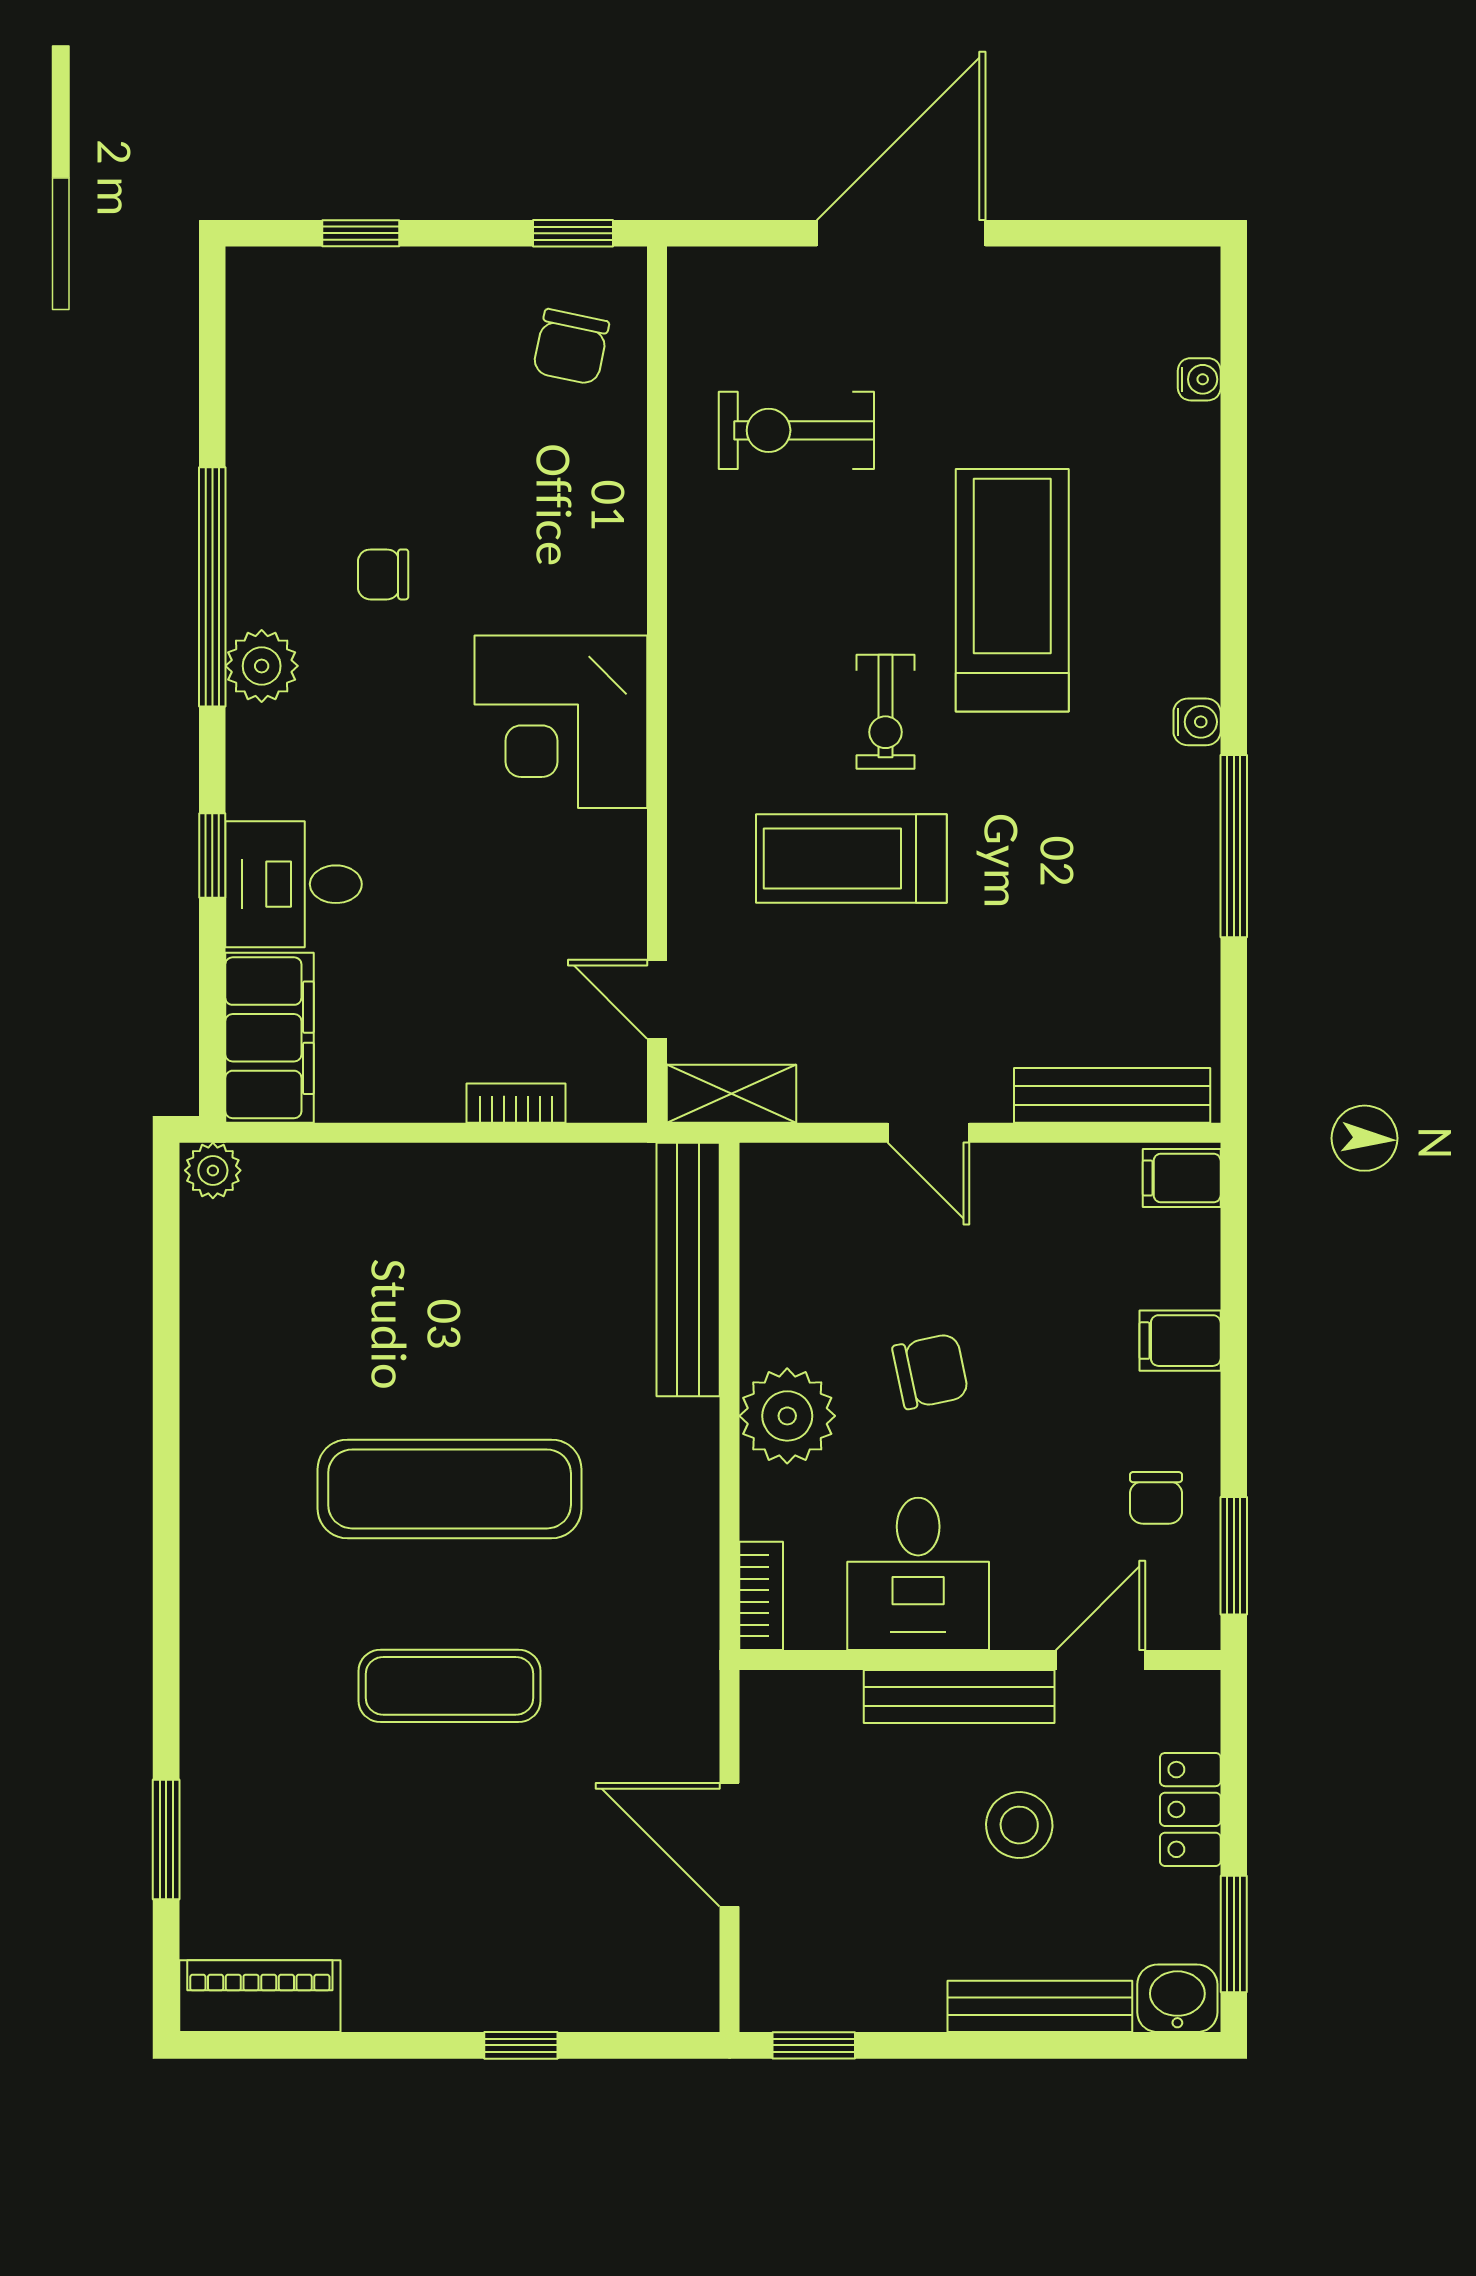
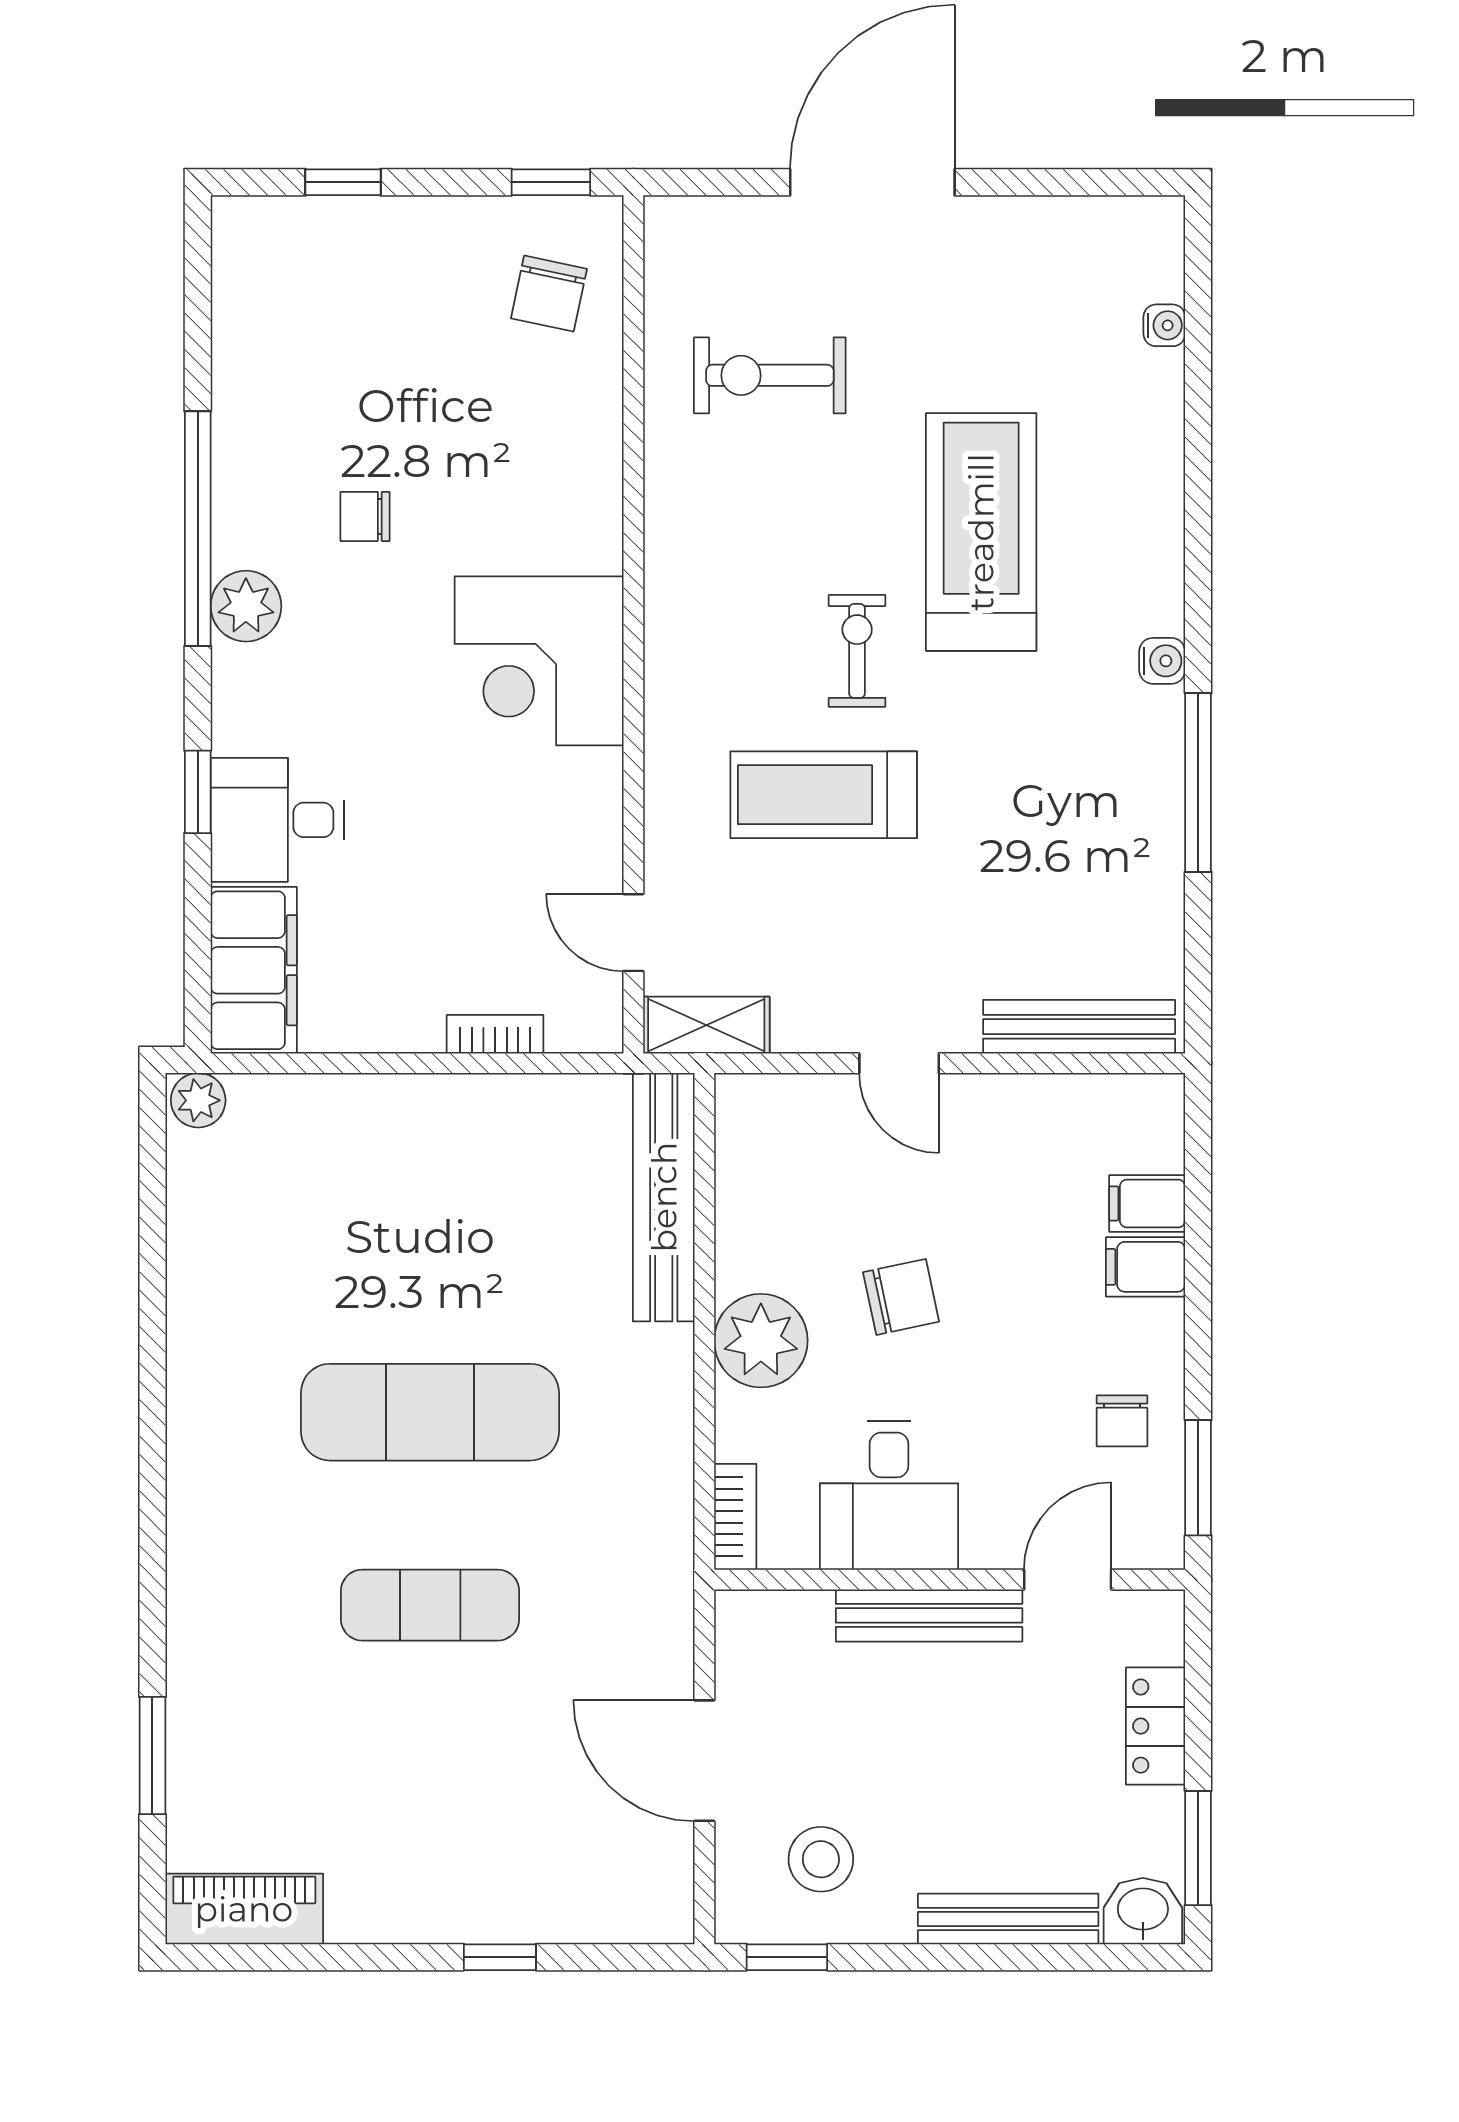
exercise bike: (885, 712) -> (857, 651), turned 180
filing cabinet: (1182, 1178) -> (1147, 1204), moved
stool: (1019, 1825) -> (821, 1859), moved

